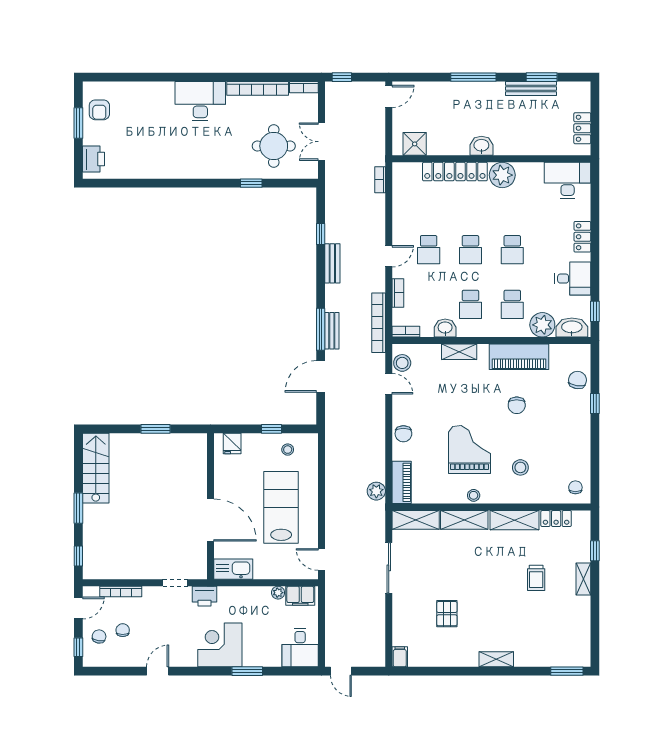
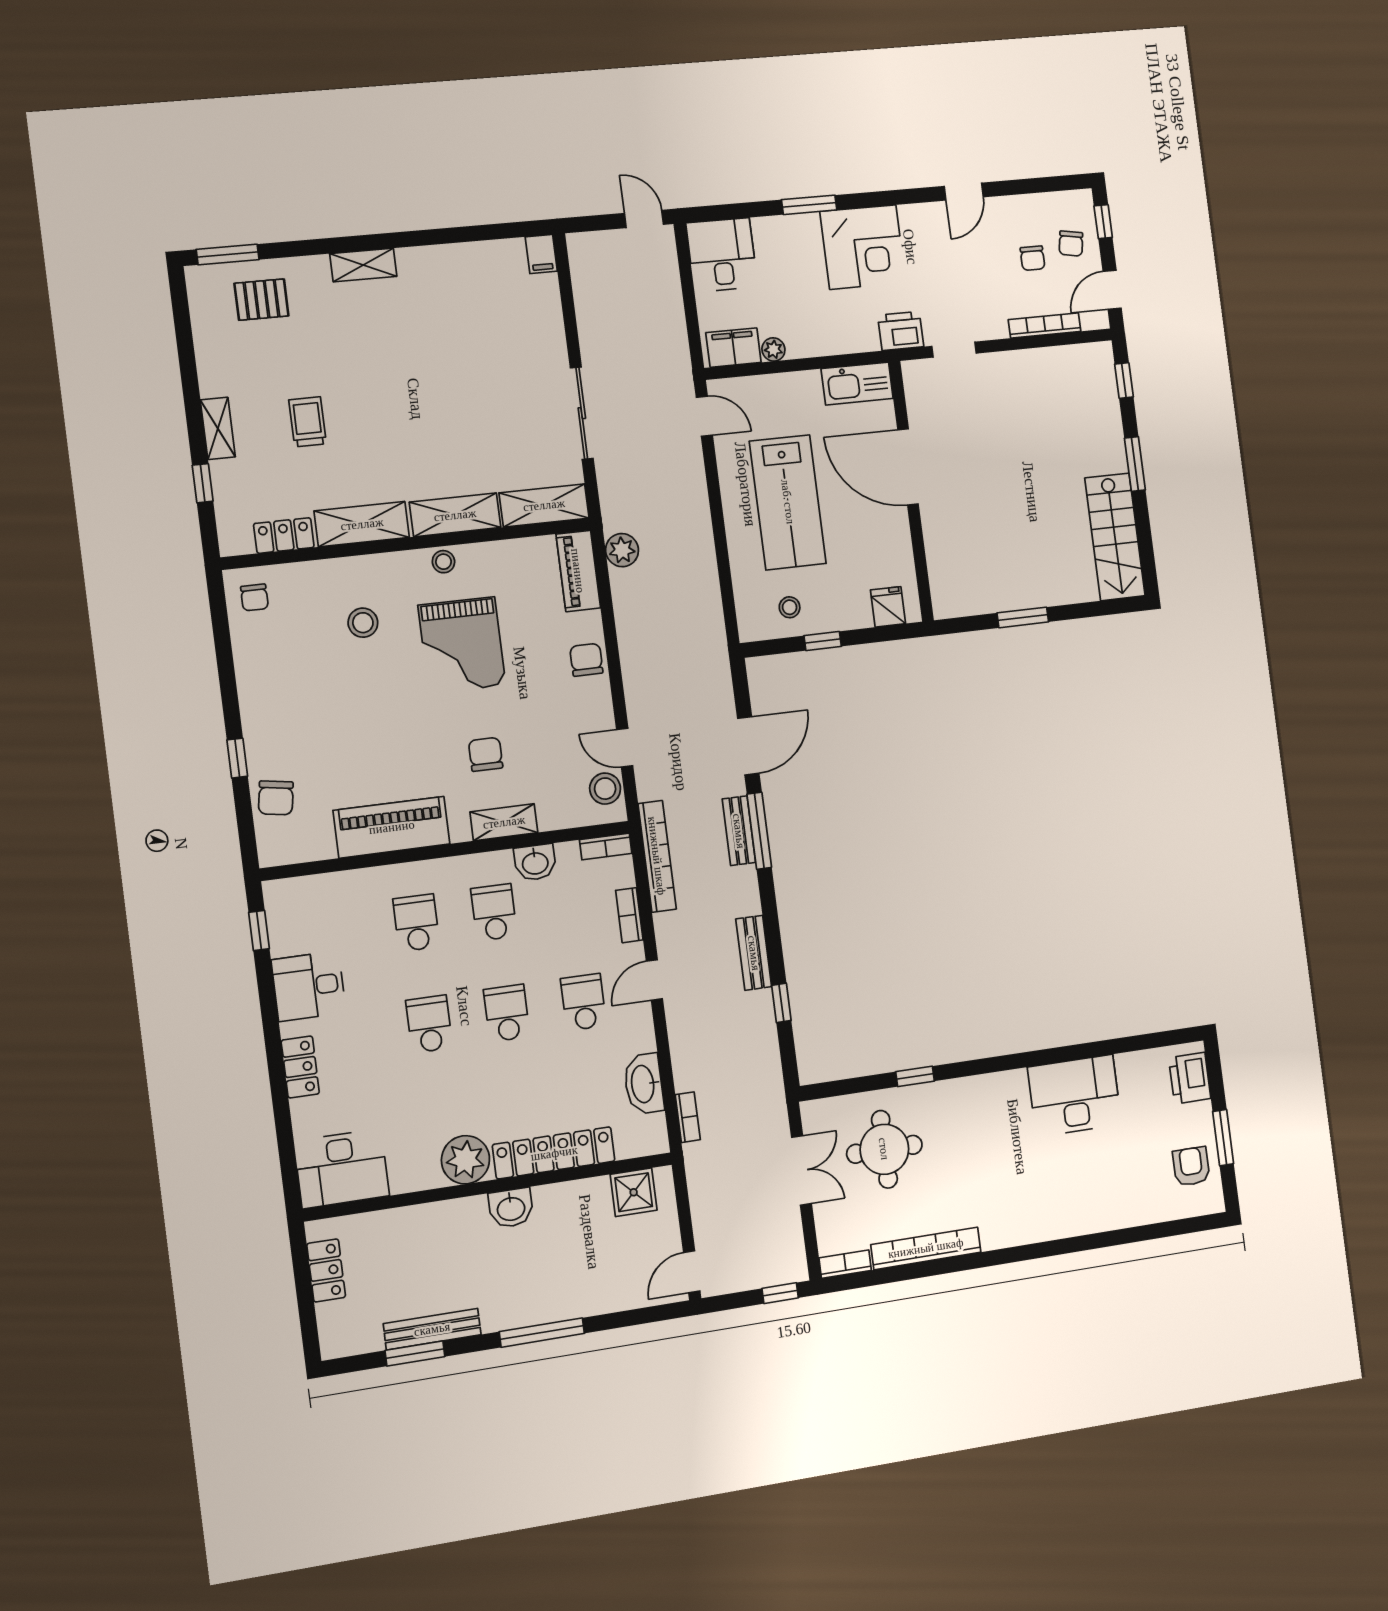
desk: (200, 101) -> (1074, 1096), moved, turned 180
plant: (542, 325) -> (355, 892), removed
washbasin: (572, 327) -> (644, 1084), moved, turned 90
chair: (517, 405) -> (486, 754), moved
pallet: (447, 614) -> (261, 300), moved, turned 90

